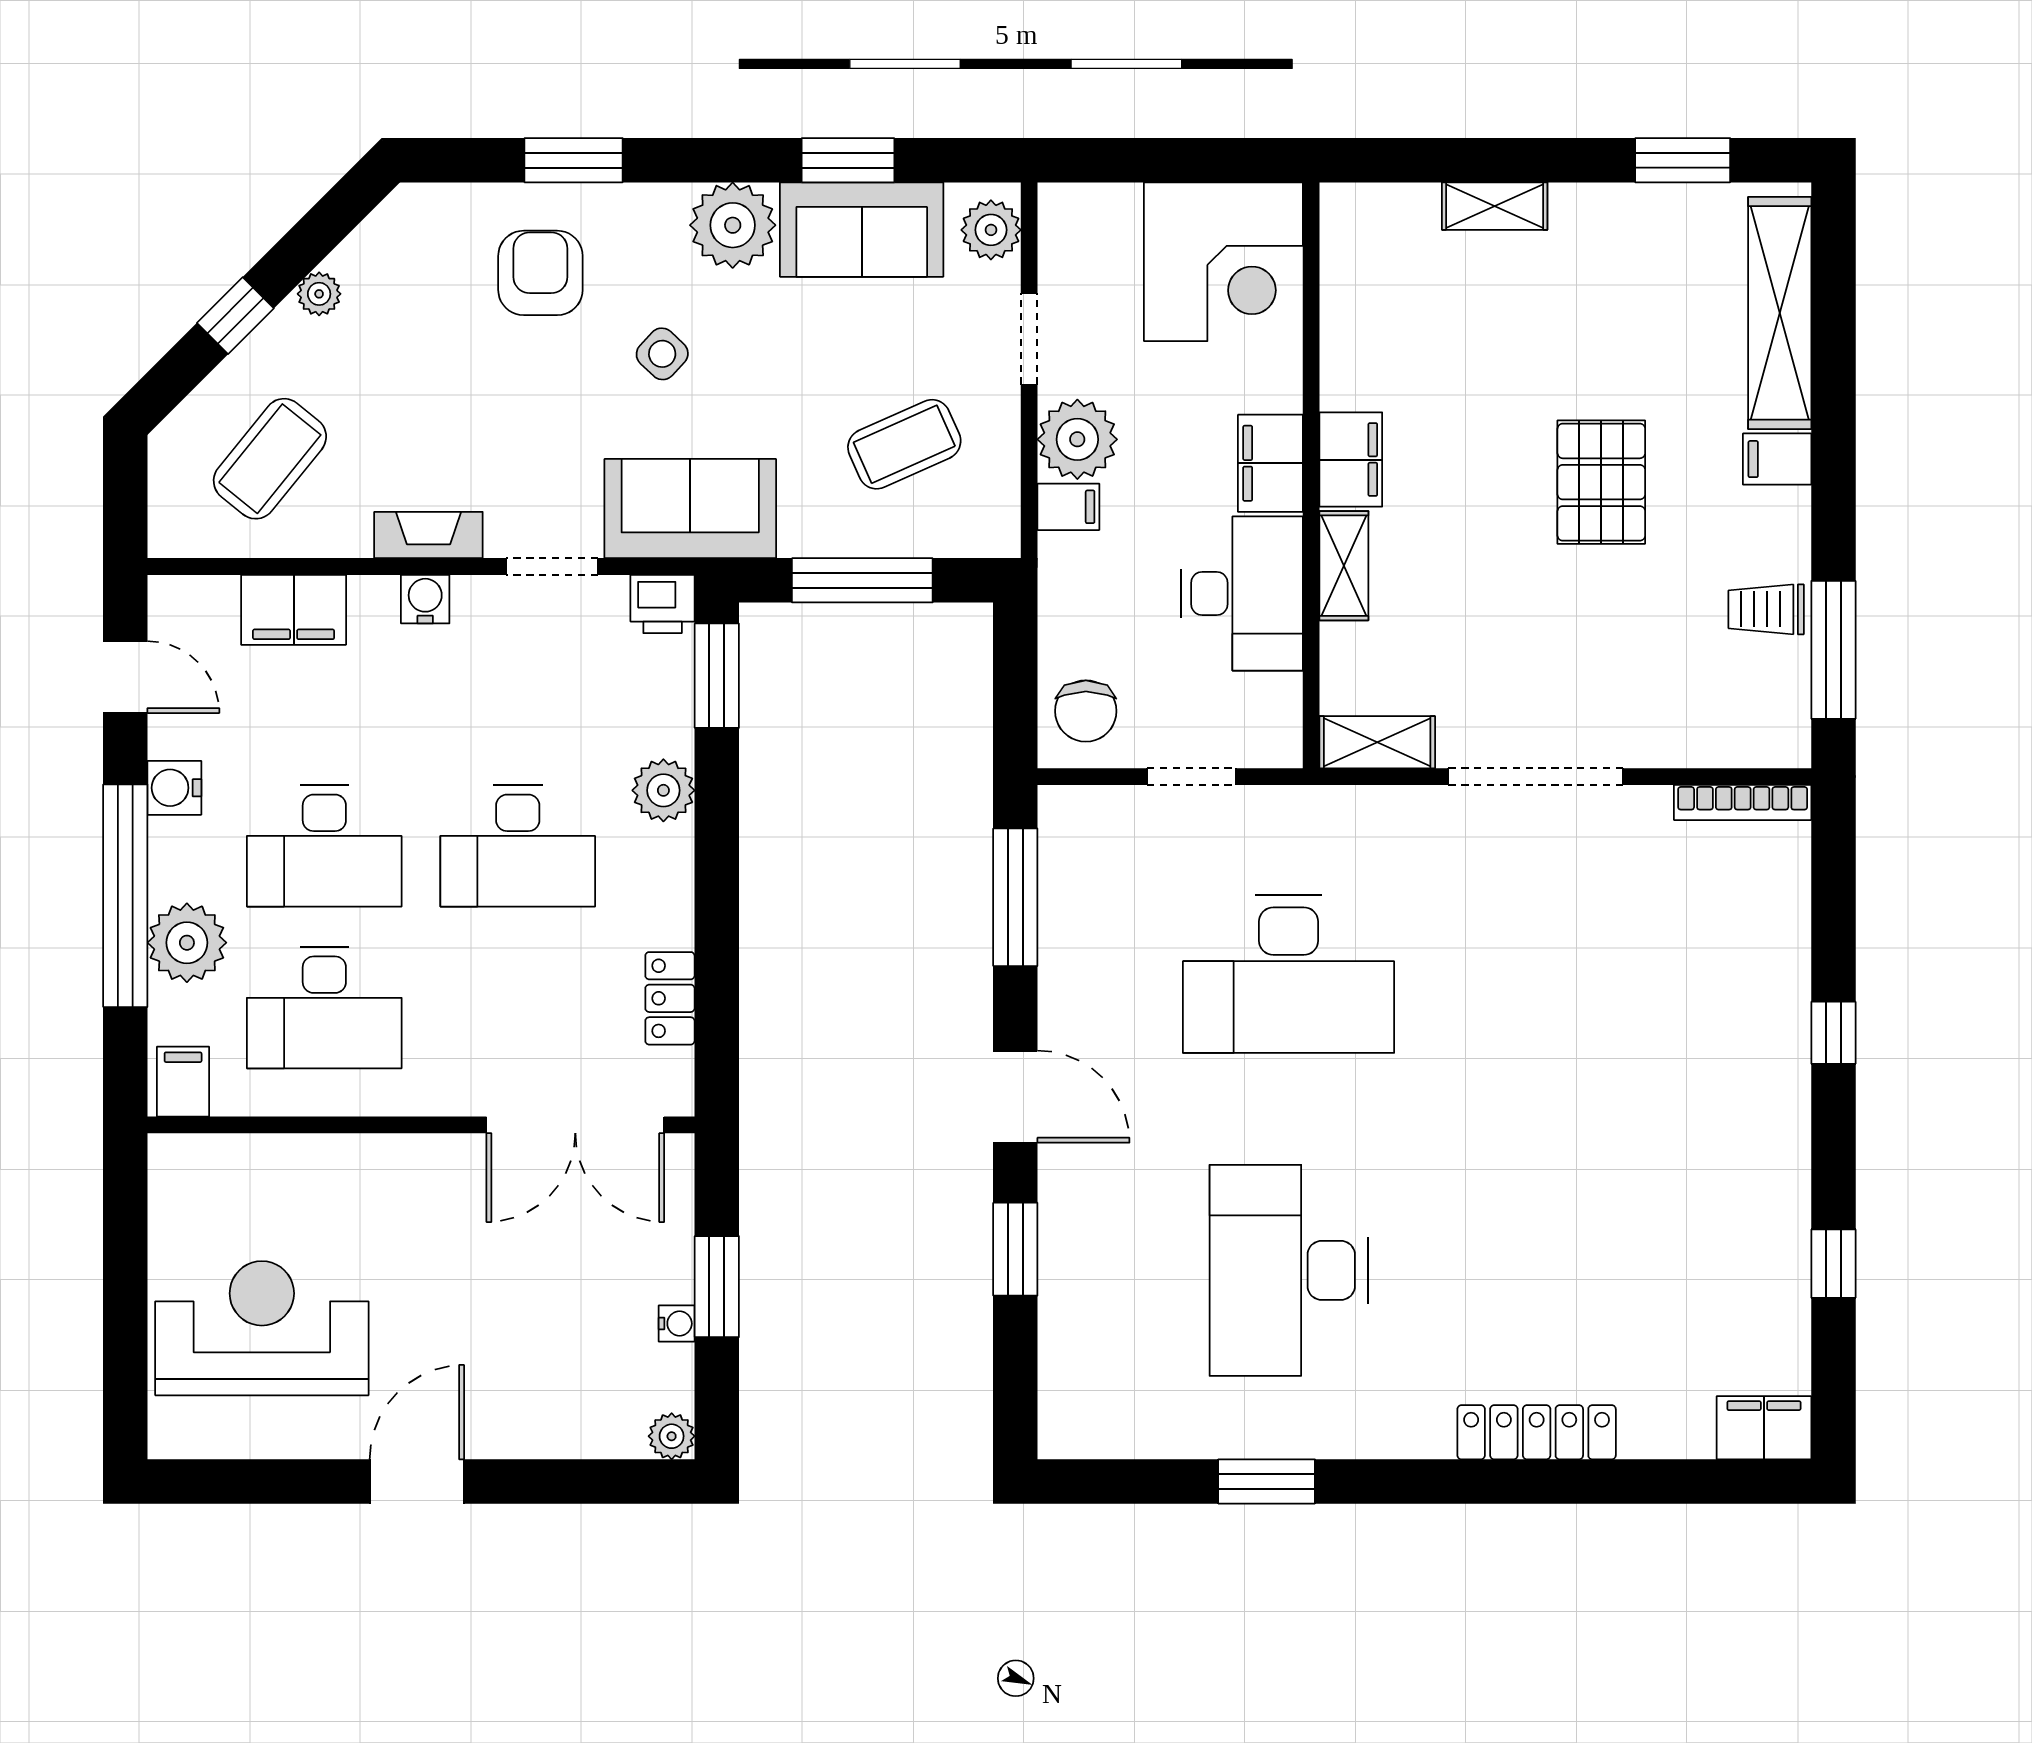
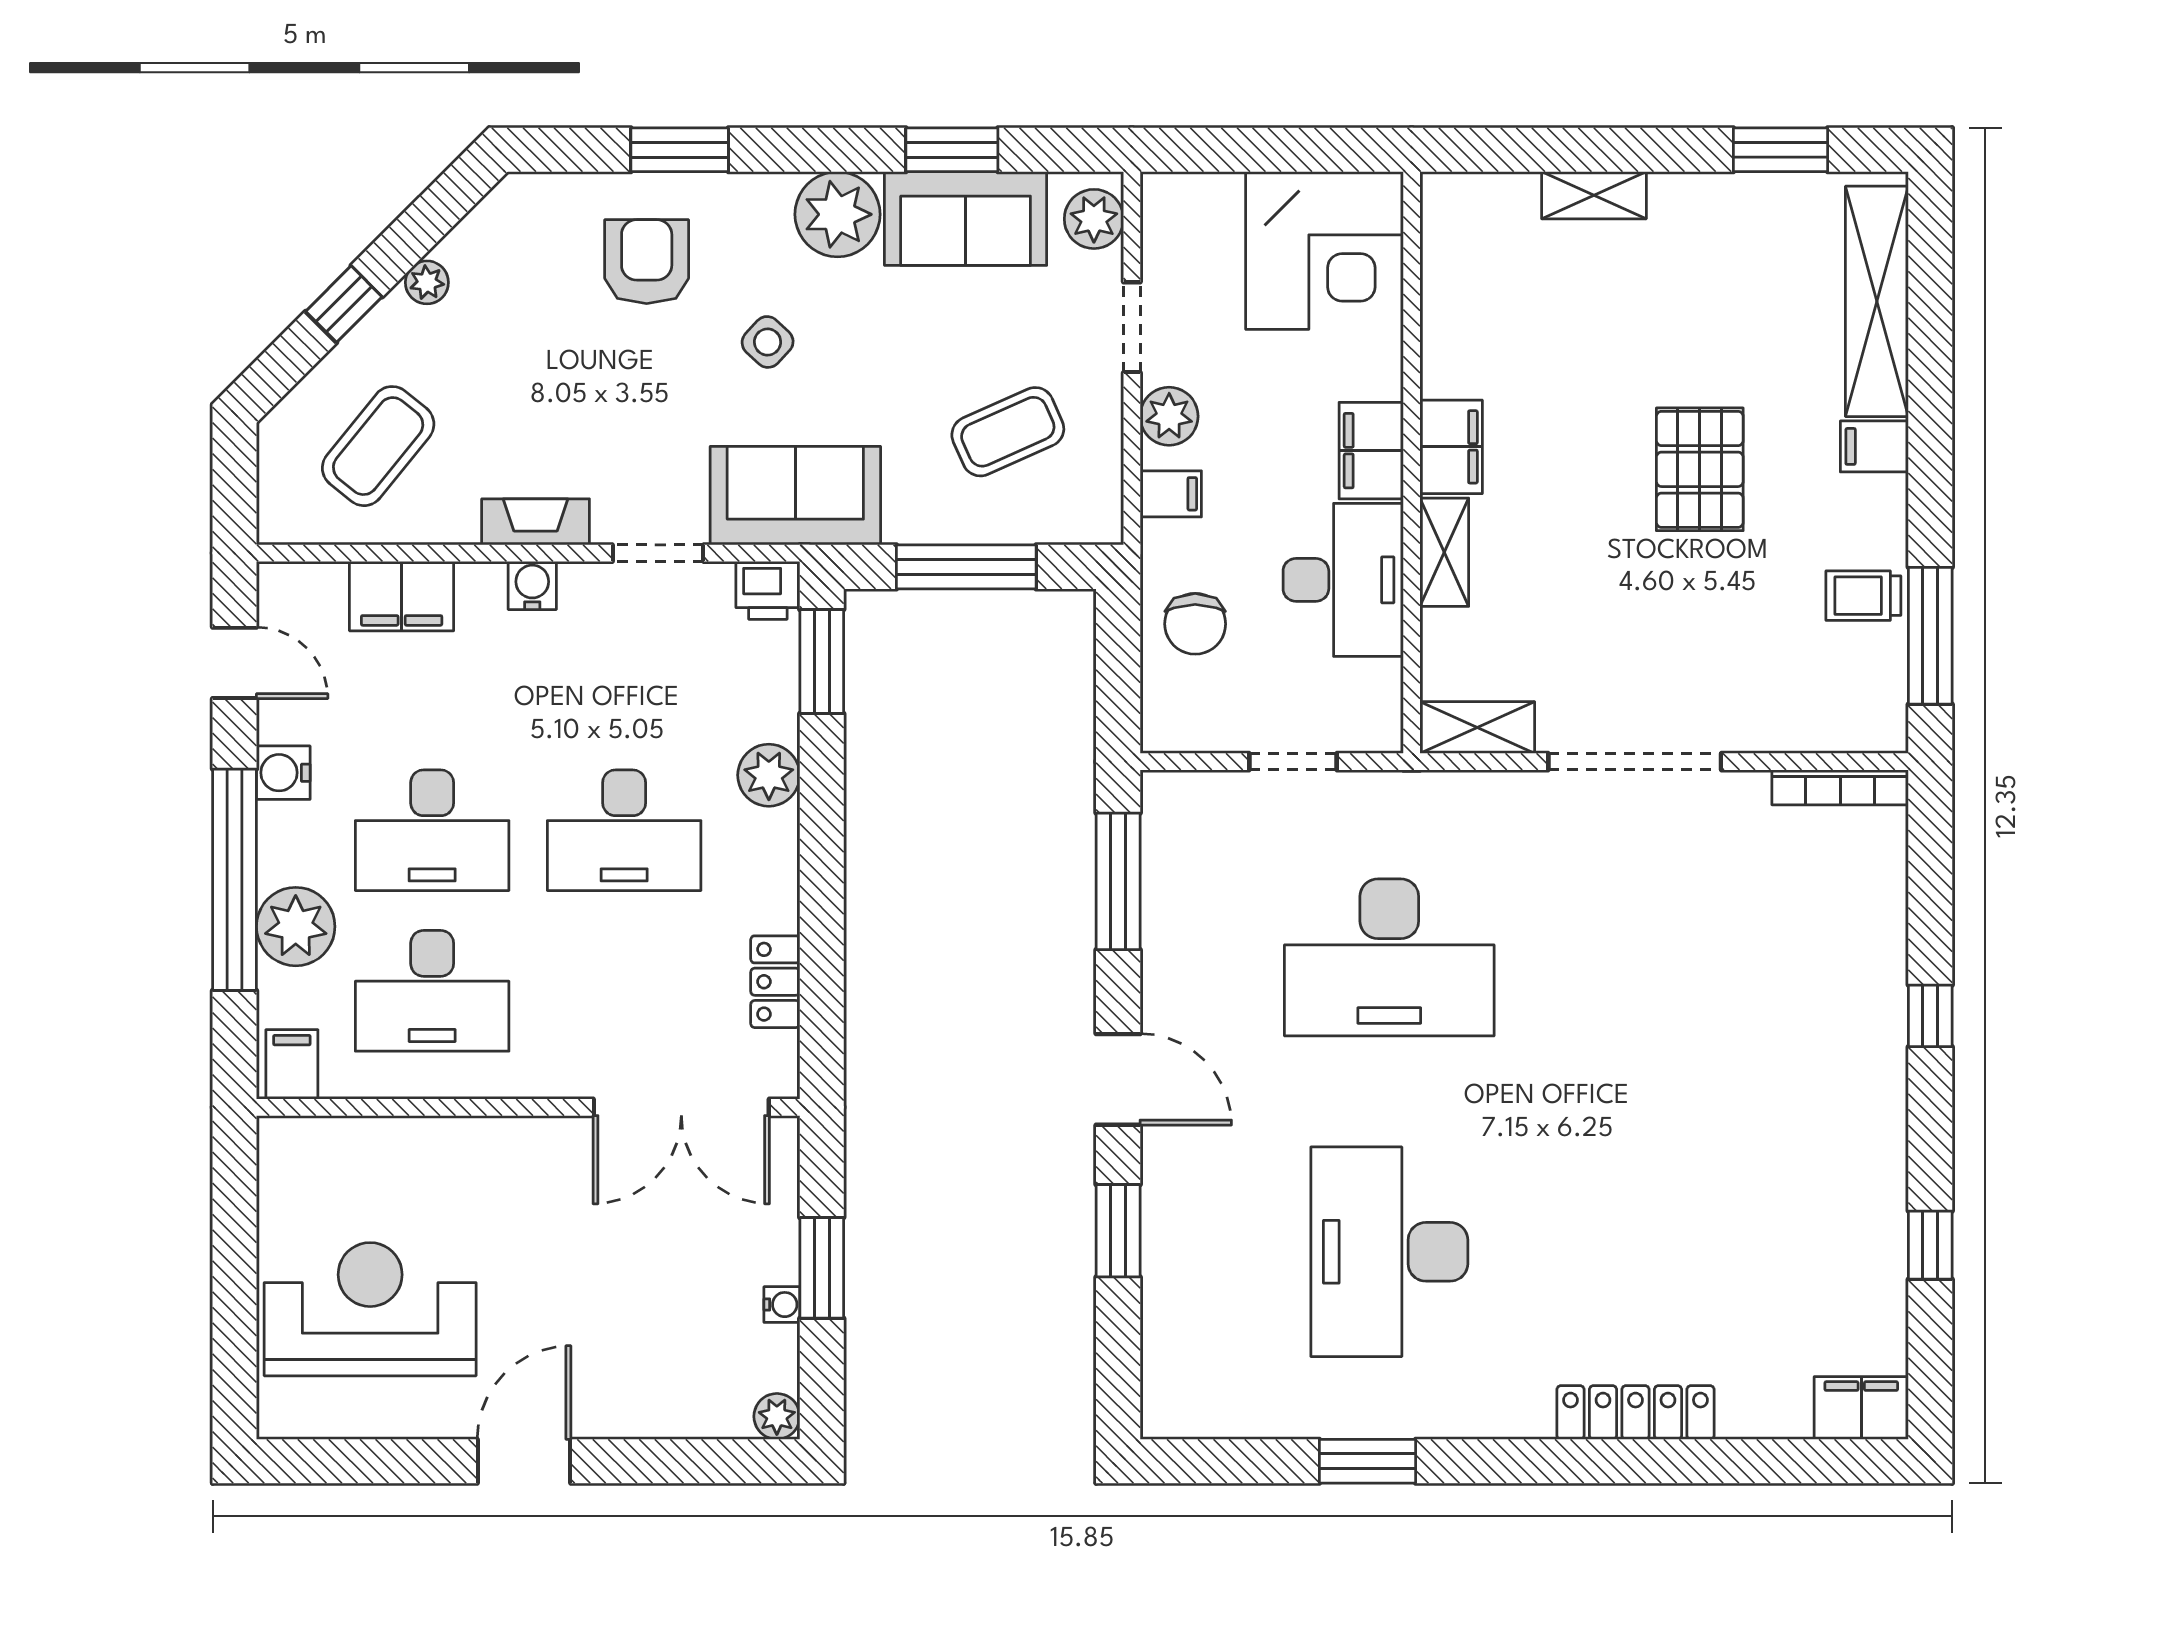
plant: (1077, 439) -> (1169, 416), width x0.73, depth x0.73
chair: (1086, 711) -> (1195, 624), moved

